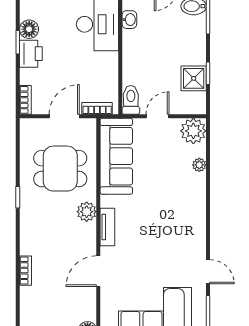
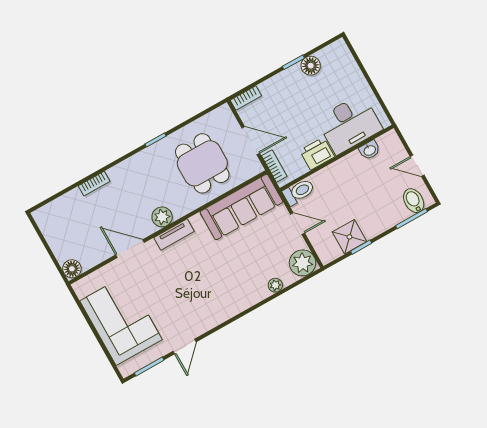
printer: (31, 54) -> (317, 154), moved, turned 180
plant: (87, 212) -> (162, 217), moved

